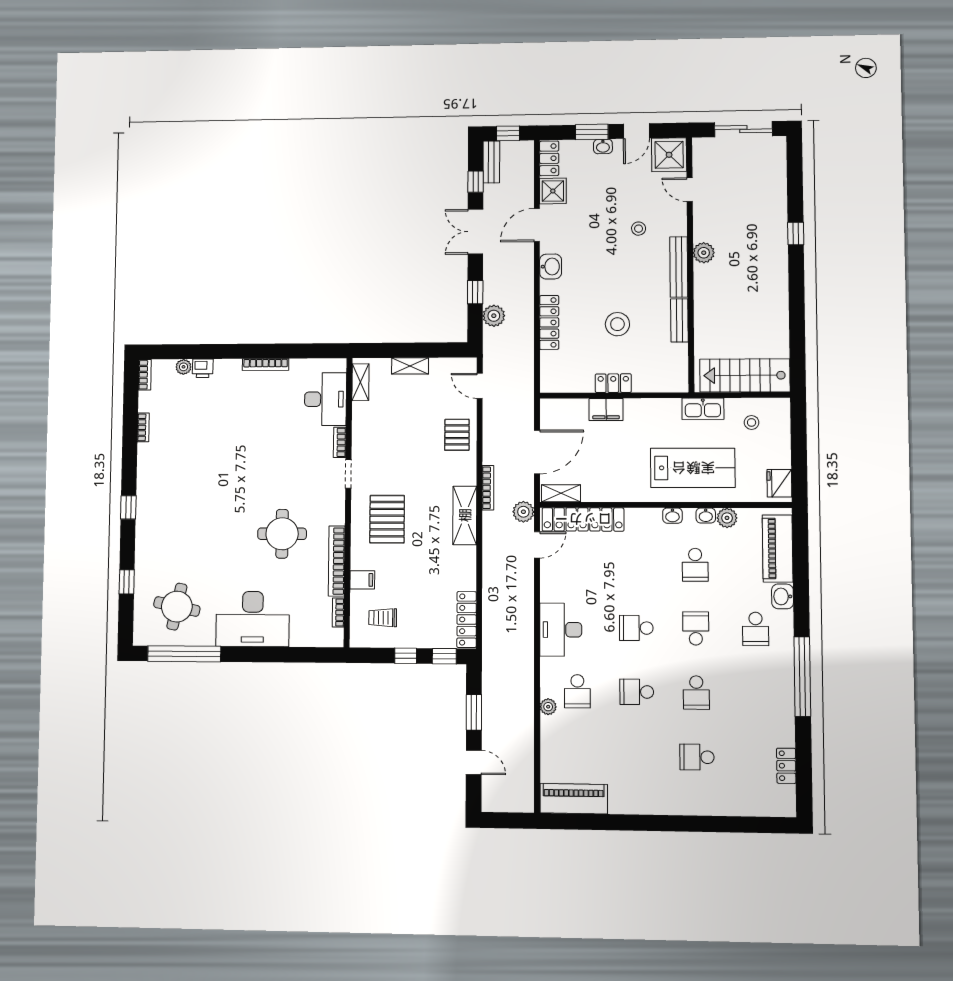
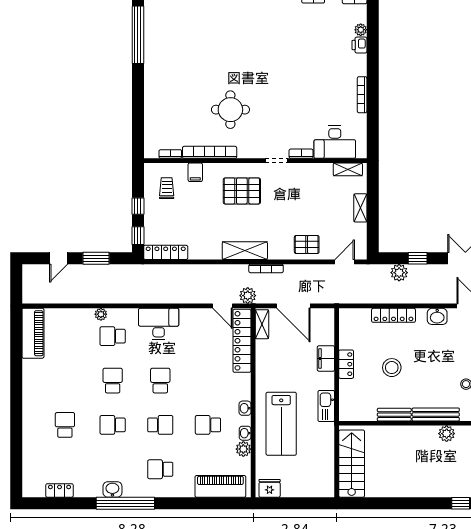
kitchen sink: (703, 409) -> (326, 406), moved
stool: (752, 422) -> (316, 468), removed
washbasin: (783, 596) -> (112, 489), moved
round table: (177, 607) -> (174, 28), removed
desk: (253, 619) -> (165, 88), removed

